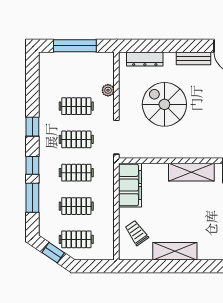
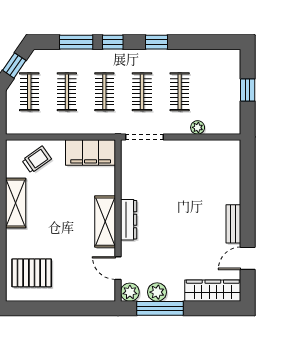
window: (75, 46) -> (248, 90), width x0.46
dresser: (145, 59) -> (129, 220), moved, turned 180
spiral stairs: (164, 104) -> (182, 191), removed

